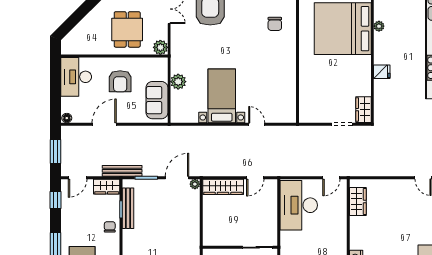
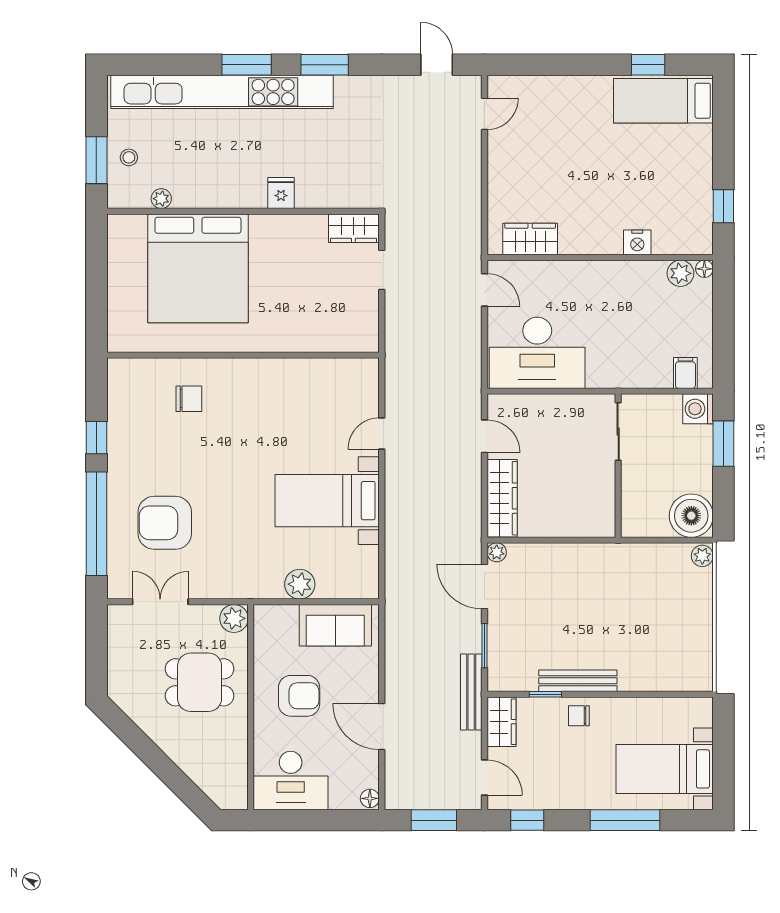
plant: (379, 26) -> (161, 199), moved
bench: (128, 208) -> (578, 681), moved

